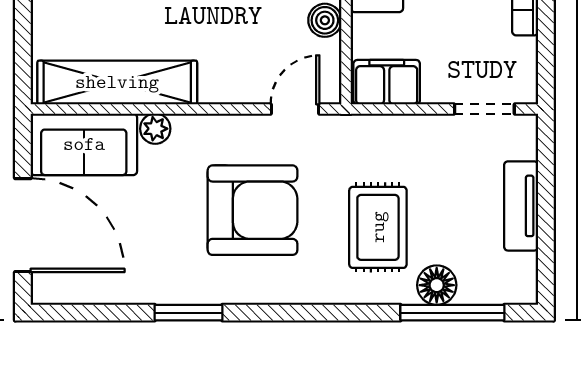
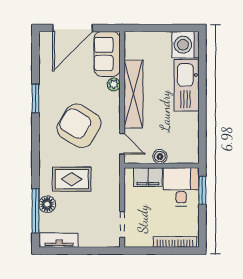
shelving: (117, 82) -> (133, 94), moved
filing cabinet: (387, 82) -> (148, 177), moved, turned 90
tv unit: (521, 206) -> (59, 240), moved
armchair: (253, 210) -> (79, 126), turned 121

